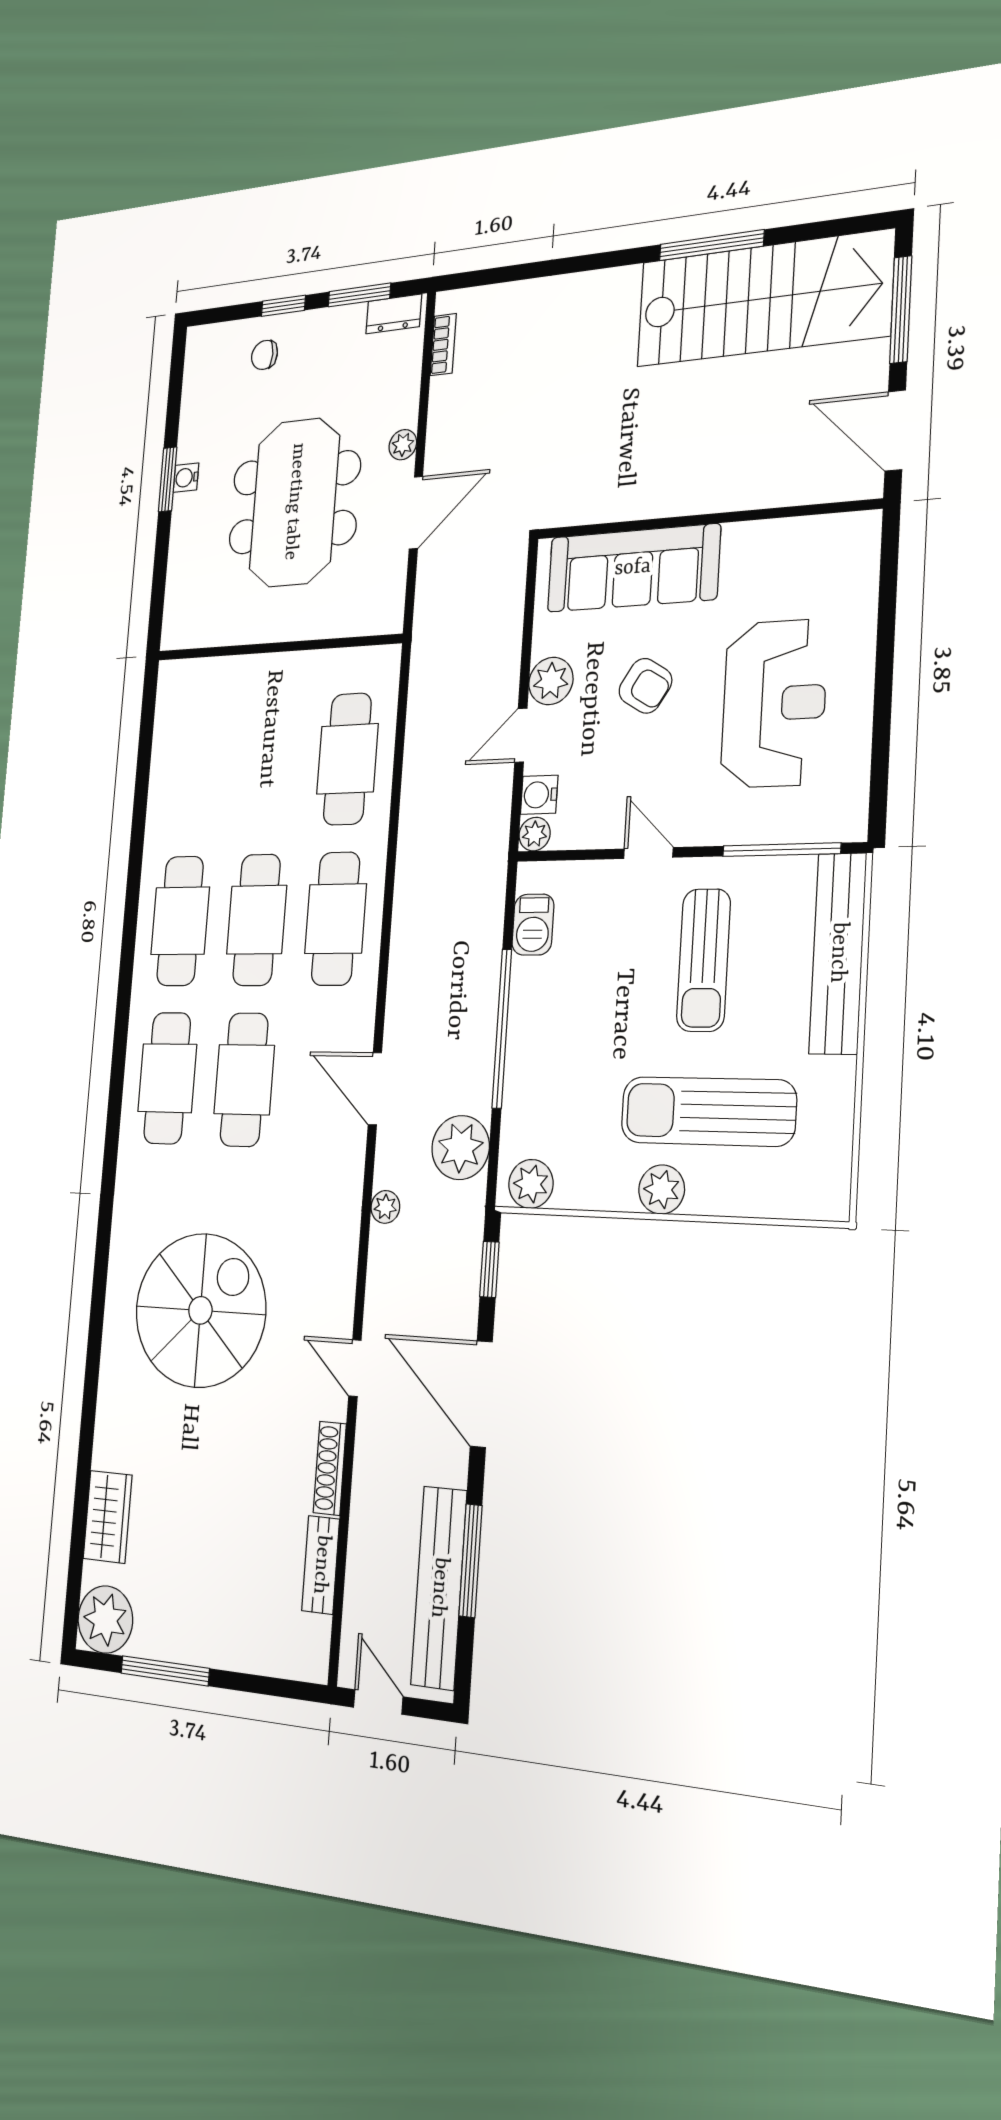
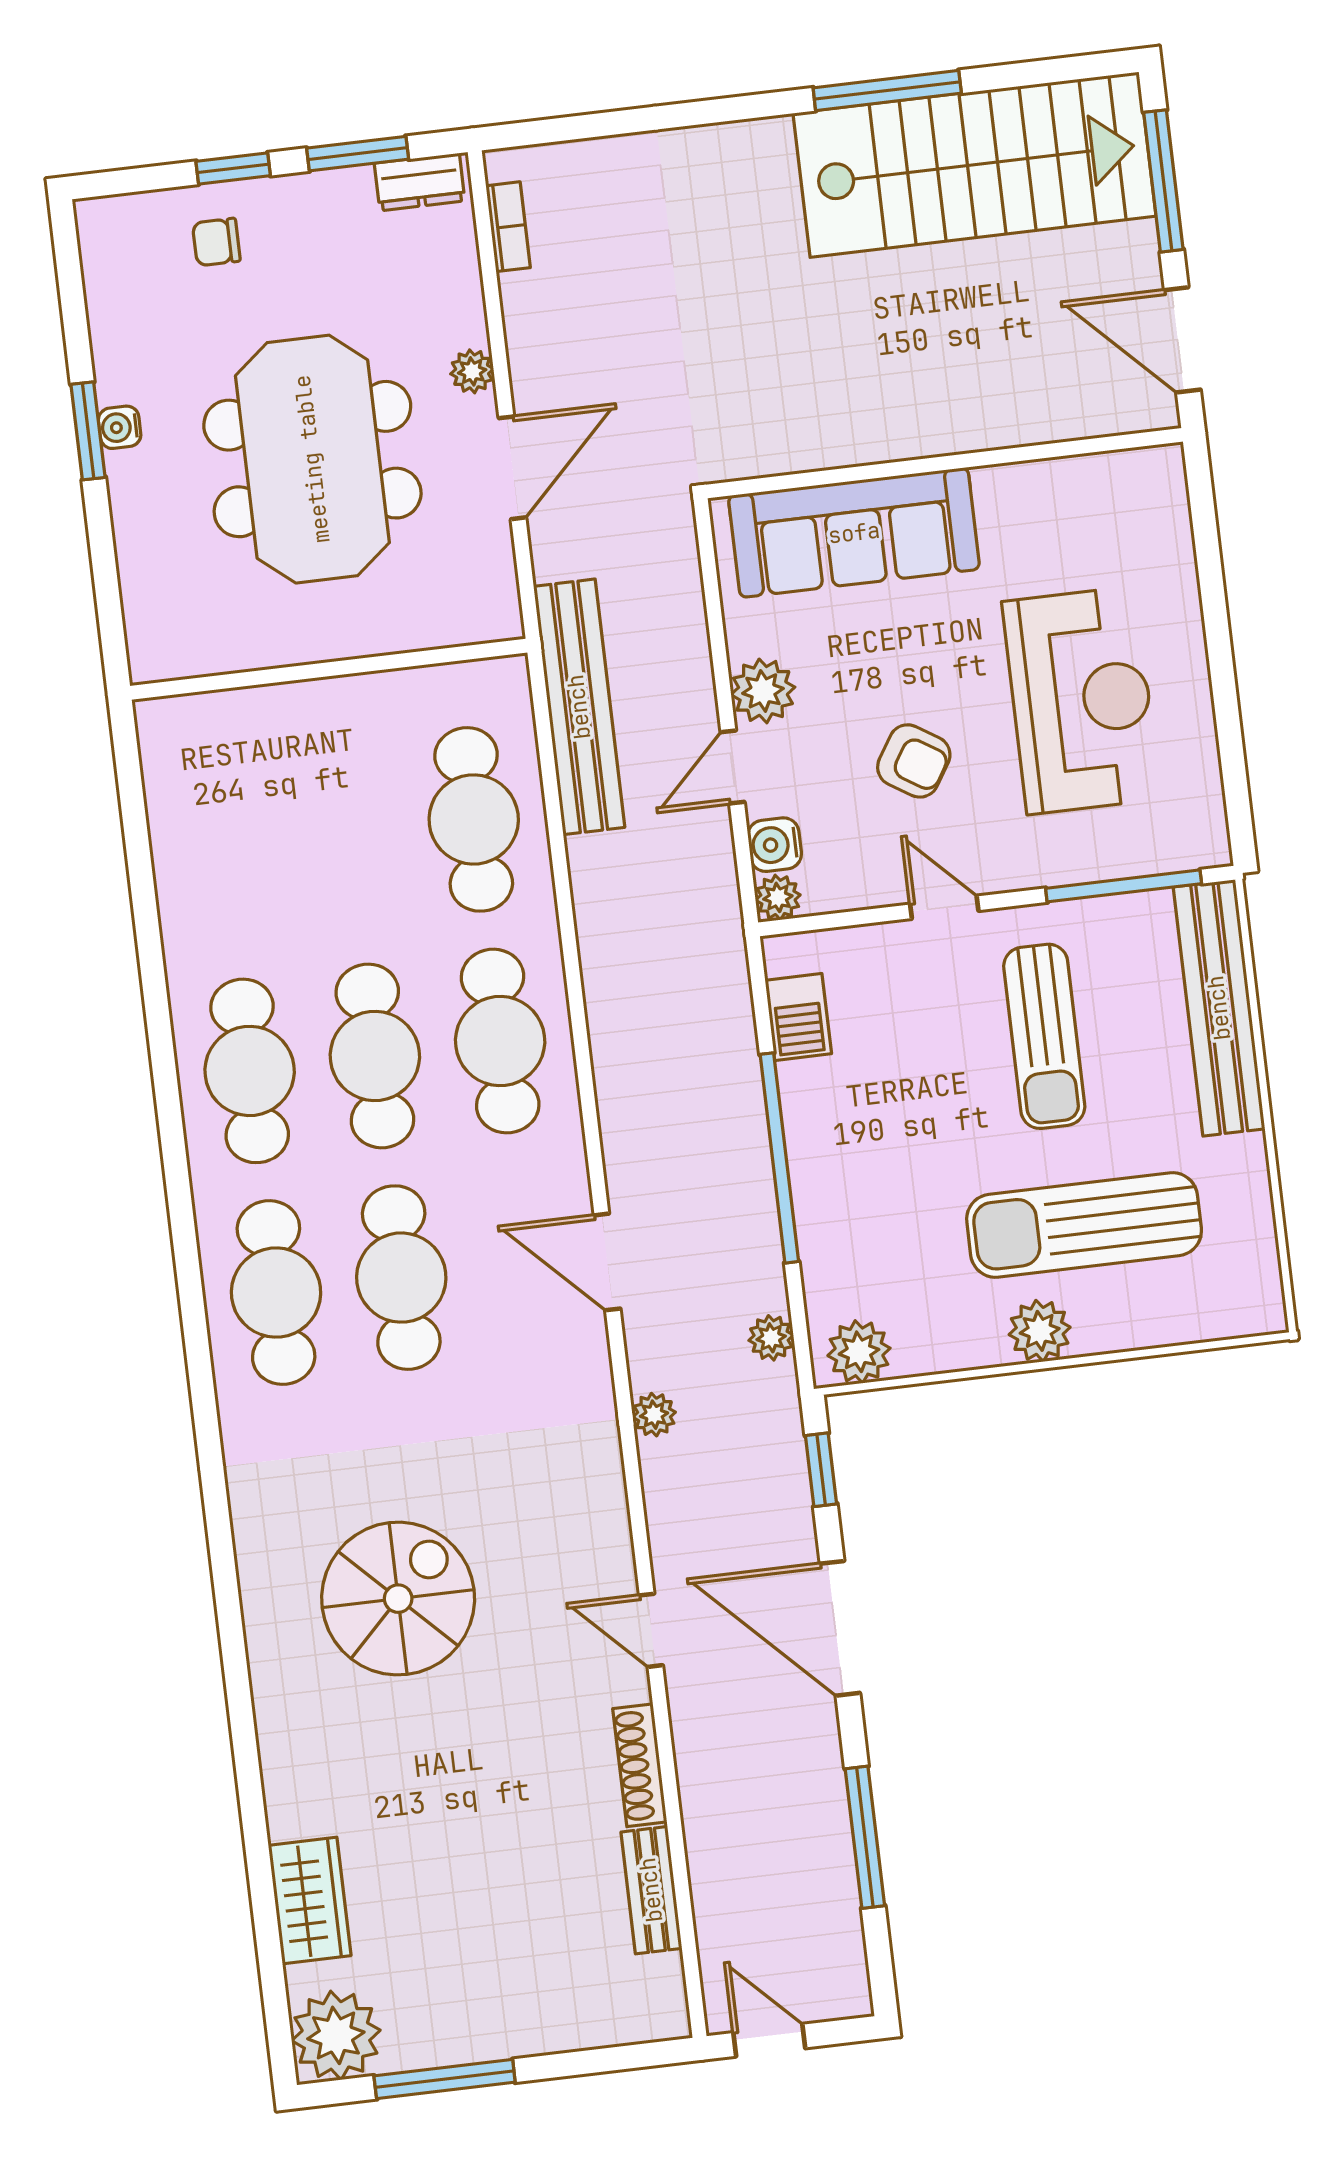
armchair: (645, 686) -> (914, 761), moved
plant: (461, 1148) -> (771, 1338), width x0.53, depth x0.53
spiral stairs: (200, 1310) -> (398, 1599), width x0.73, depth x0.73
bench: (439, 1588) -> (579, 707), moved

